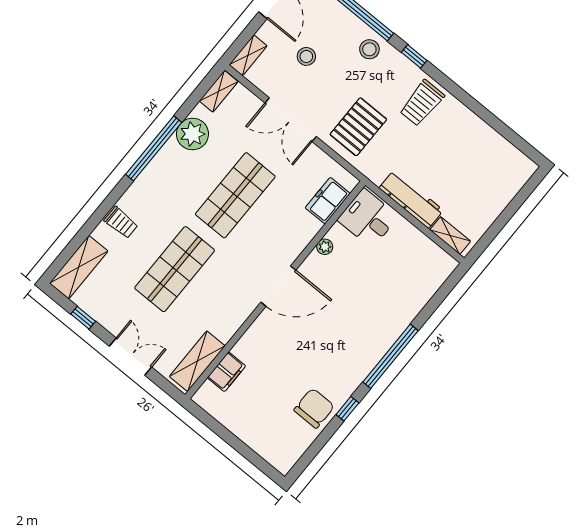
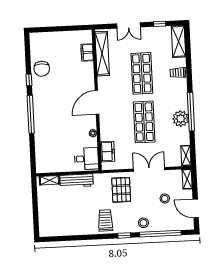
plant: (192, 134) -> (181, 119), moved
shelving: (197, 361) -> (102, 54), width x1.47

